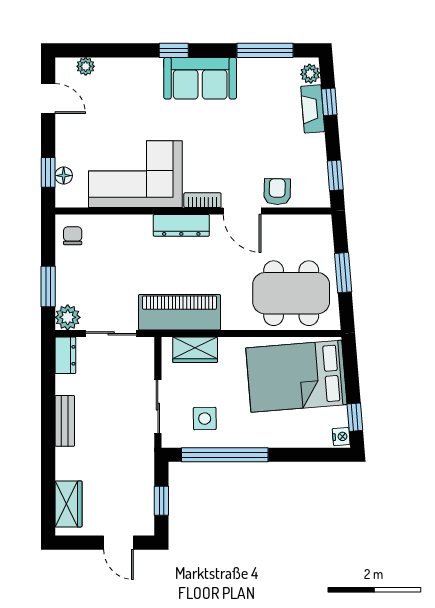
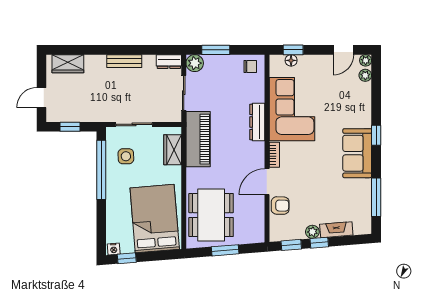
plant: (64, 66) -> (366, 60), added
plant: (310, 74) -> (312, 232), moved
window: (329, 102) -> (319, 243), moved
dresser: (181, 225) -> (257, 122), moved

